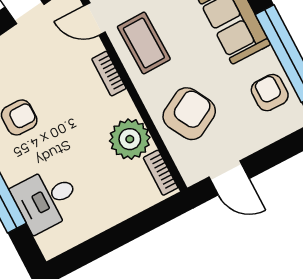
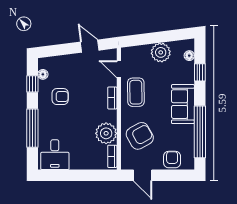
armchair: (270, 93) -> (172, 160), moved
desk: (46, 199) -> (55, 155), moved, turned -90

